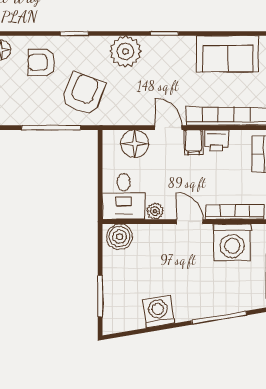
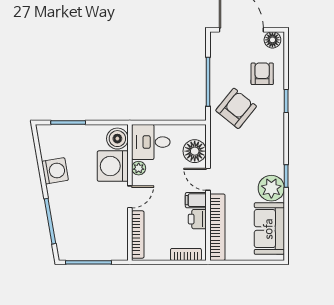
plant: (125, 51) -> (271, 188), moved
armchair: (83, 94) -> (236, 108), turned -72
door: (168, 128) -> (208, 179), swing flipped
washing machine: (232, 242) -> (113, 166), moved

